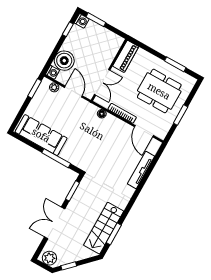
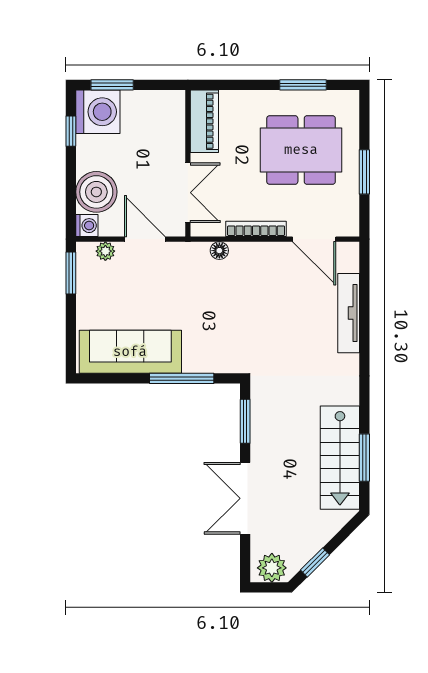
washing machine: (82, 21) -> (98, 112), width x1.89, depth x1.89

